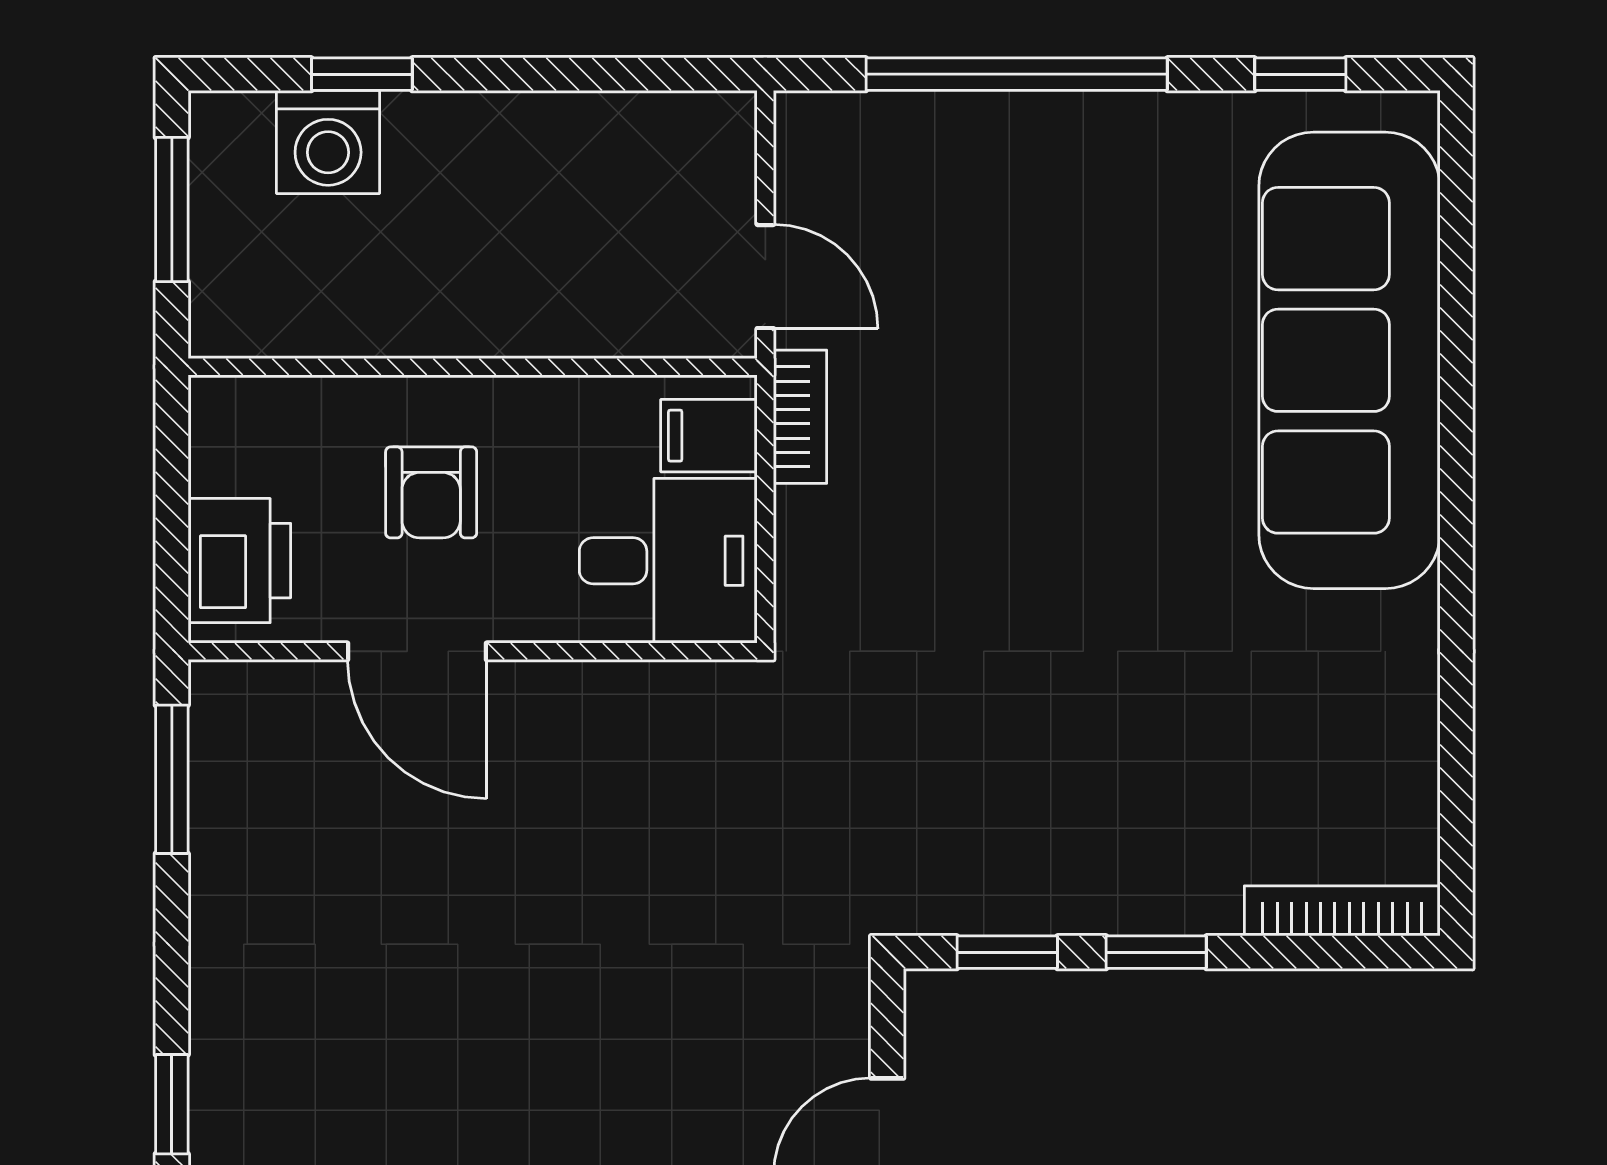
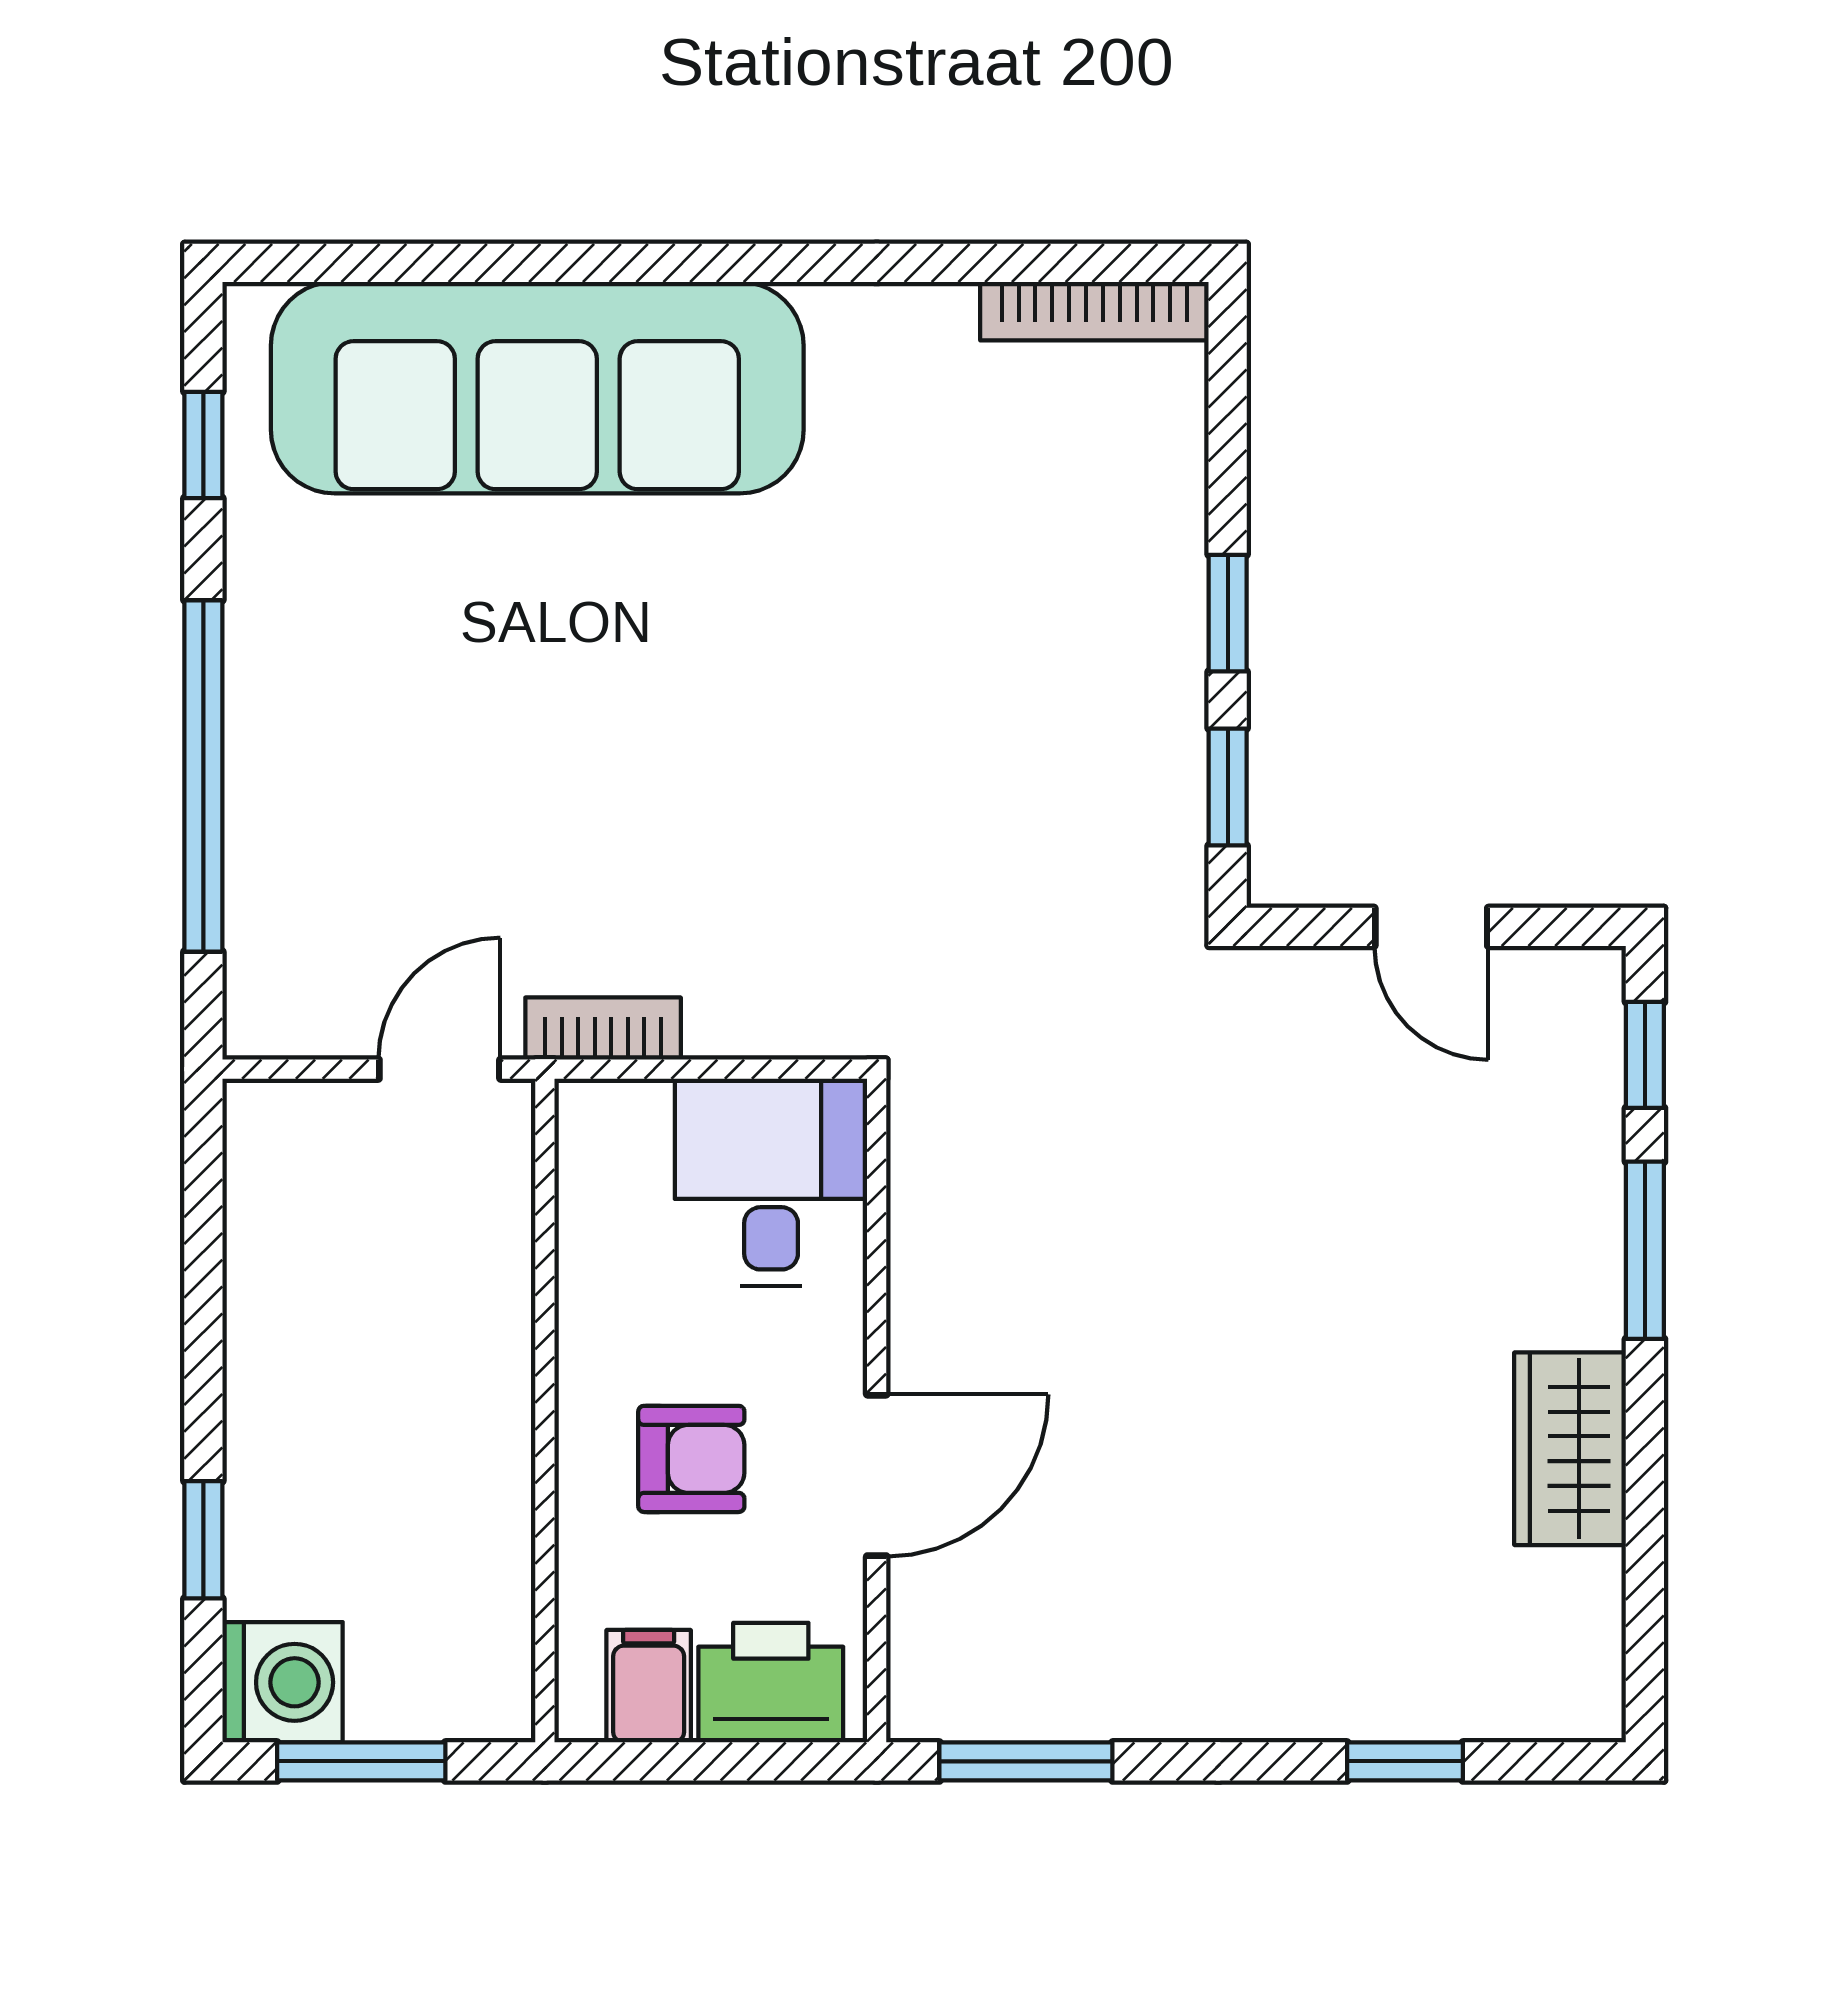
washing machine: (328, 142) -> (282, 1682), moved
filing cabinet: (709, 436) -> (649, 1686), moved, turned 180
bookcase: (1342, 911) -> (1094, 311), moved, turned -90

